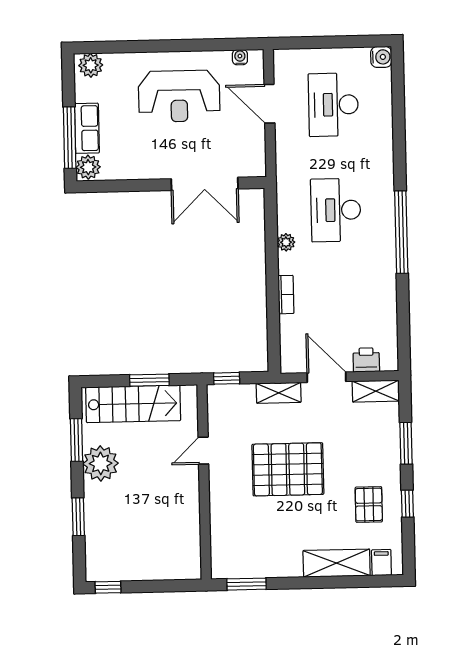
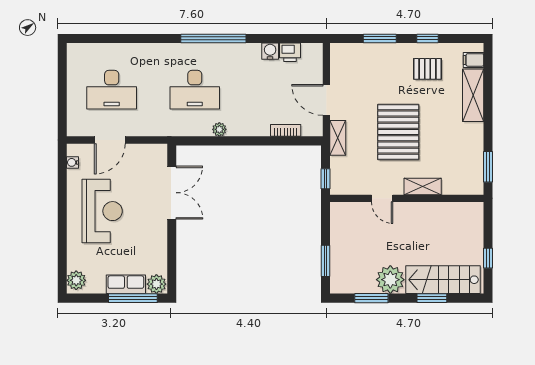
water cooler: (381, 57) -> (270, 51), moved
bookcase: (286, 295) -> (286, 130), moved
printer: (366, 360) -> (290, 52), moved, turned -90
door: (326, 377) -> (326, 100), hinge flipped
window: (149, 380) -> (325, 261), moved
shelving: (376, 391) -> (423, 186), moved, turned 90
stairs: (133, 404) -> (443, 280), moved, turned -90
window: (108, 587) -> (488, 258), moved

